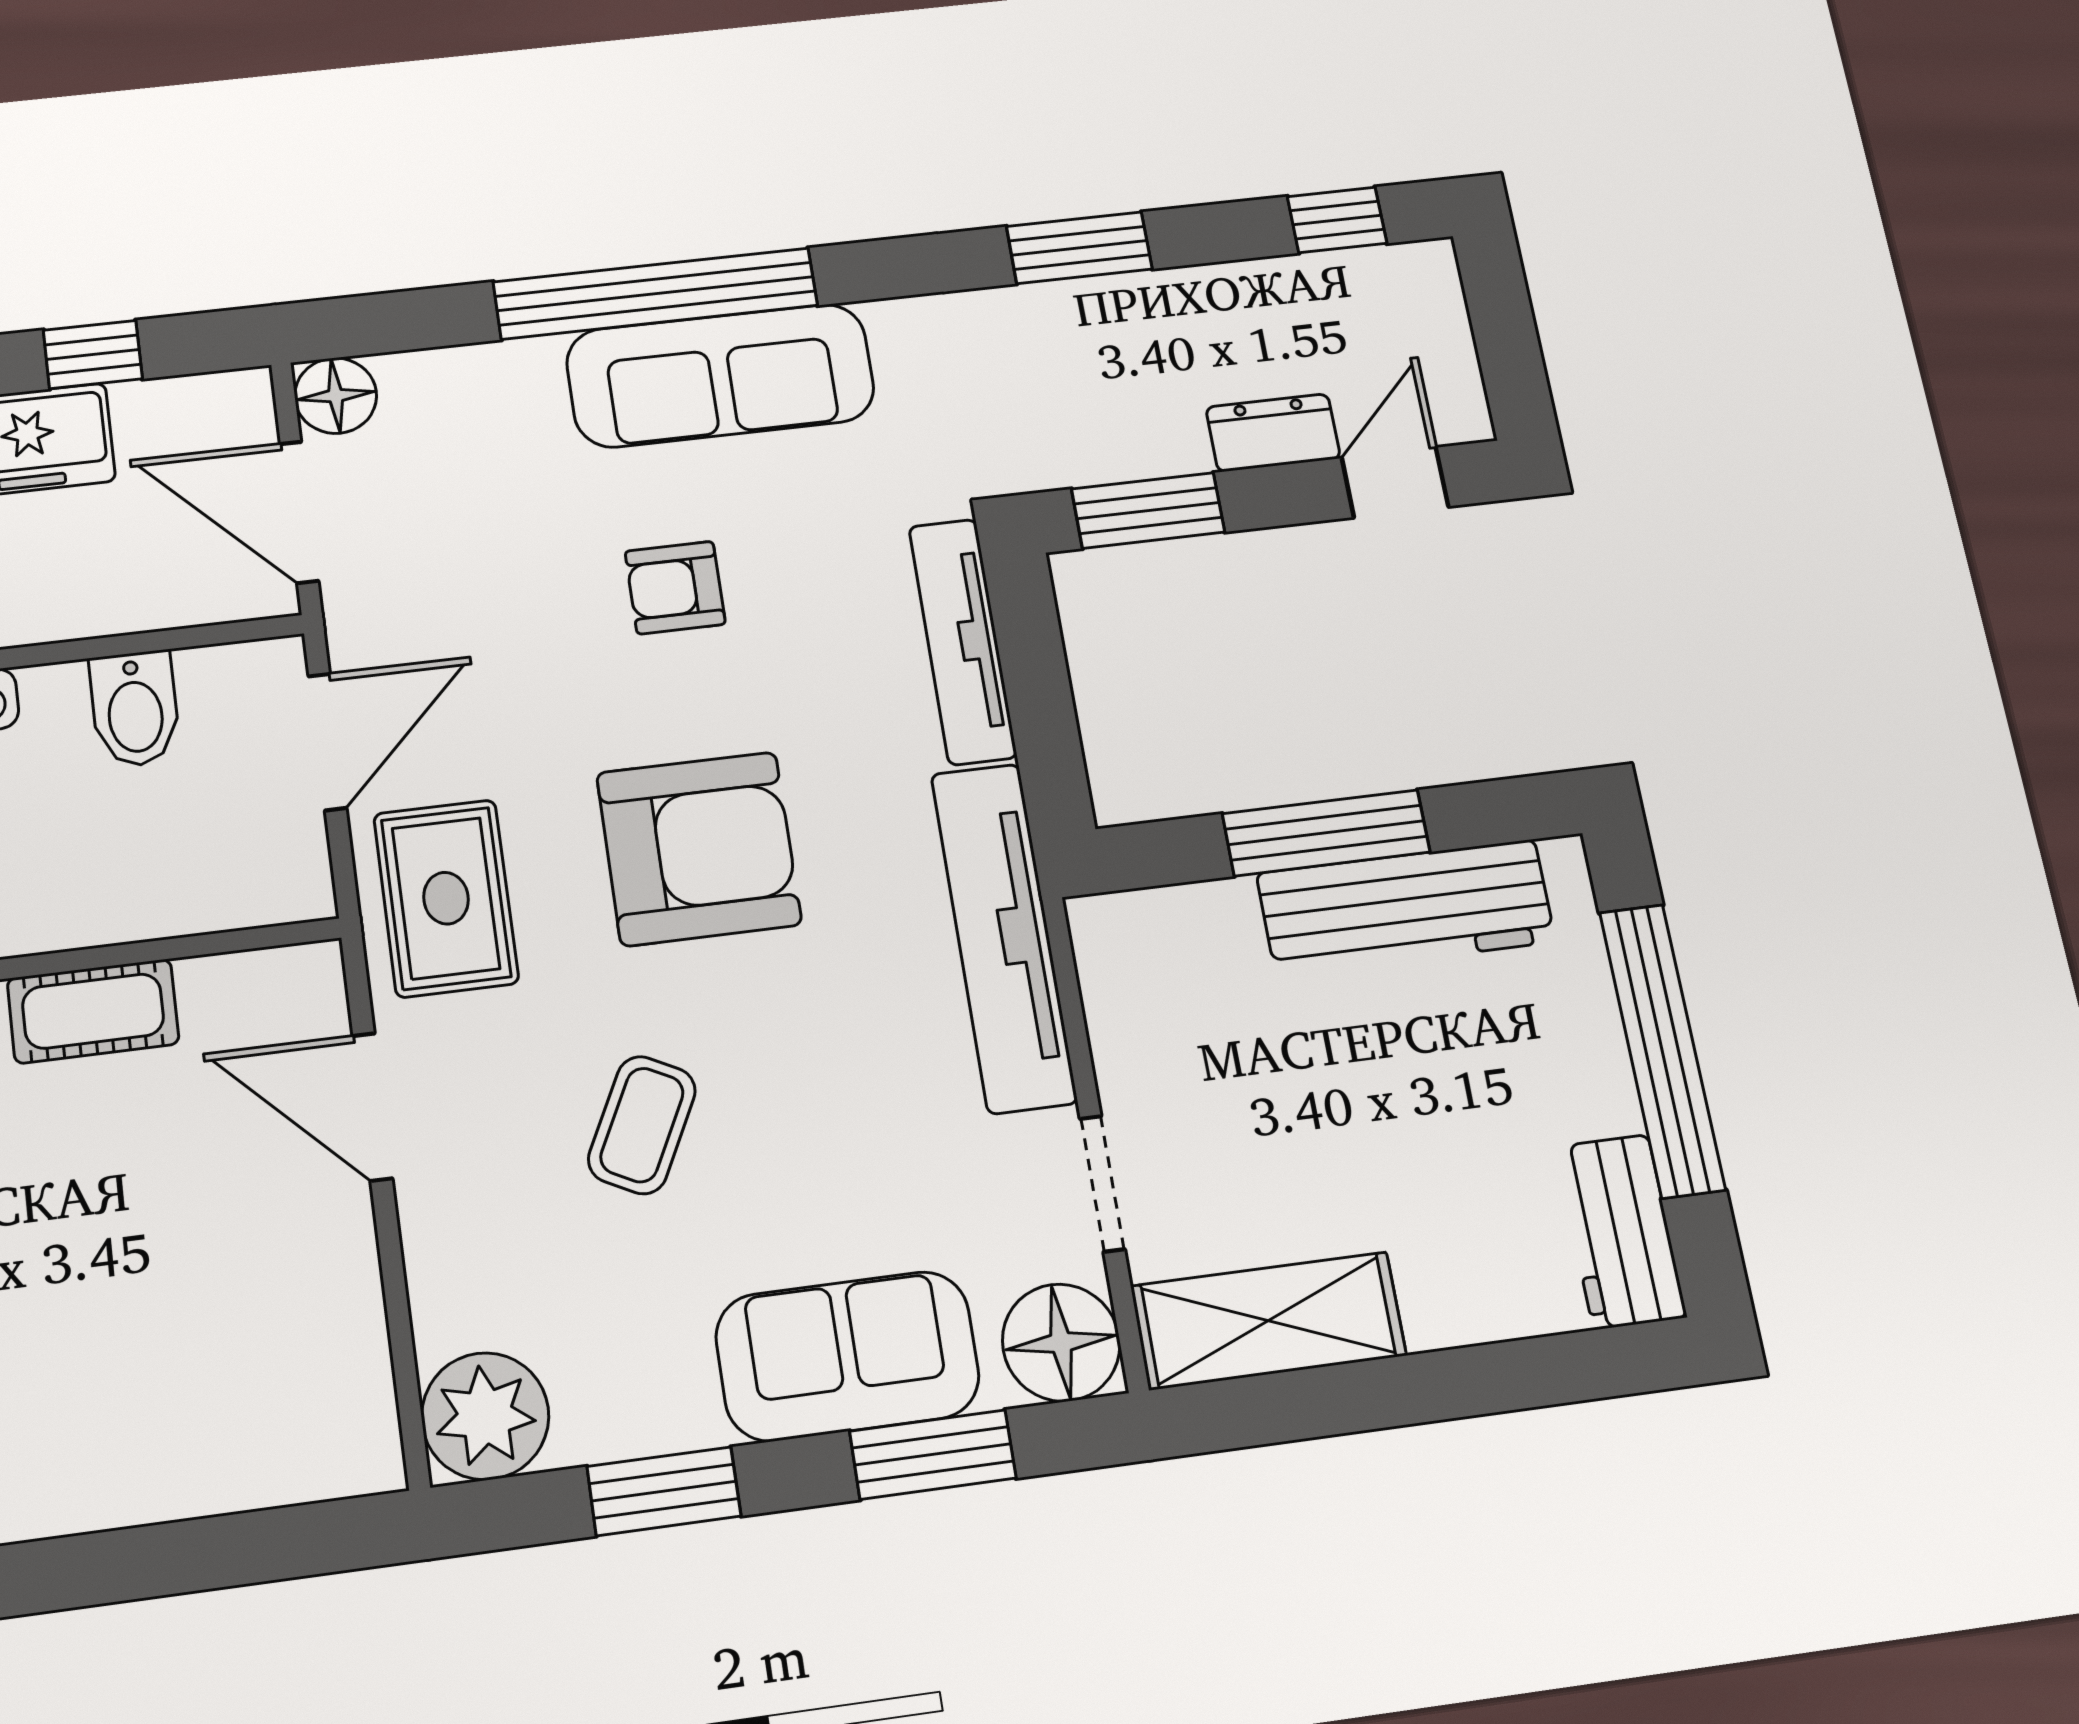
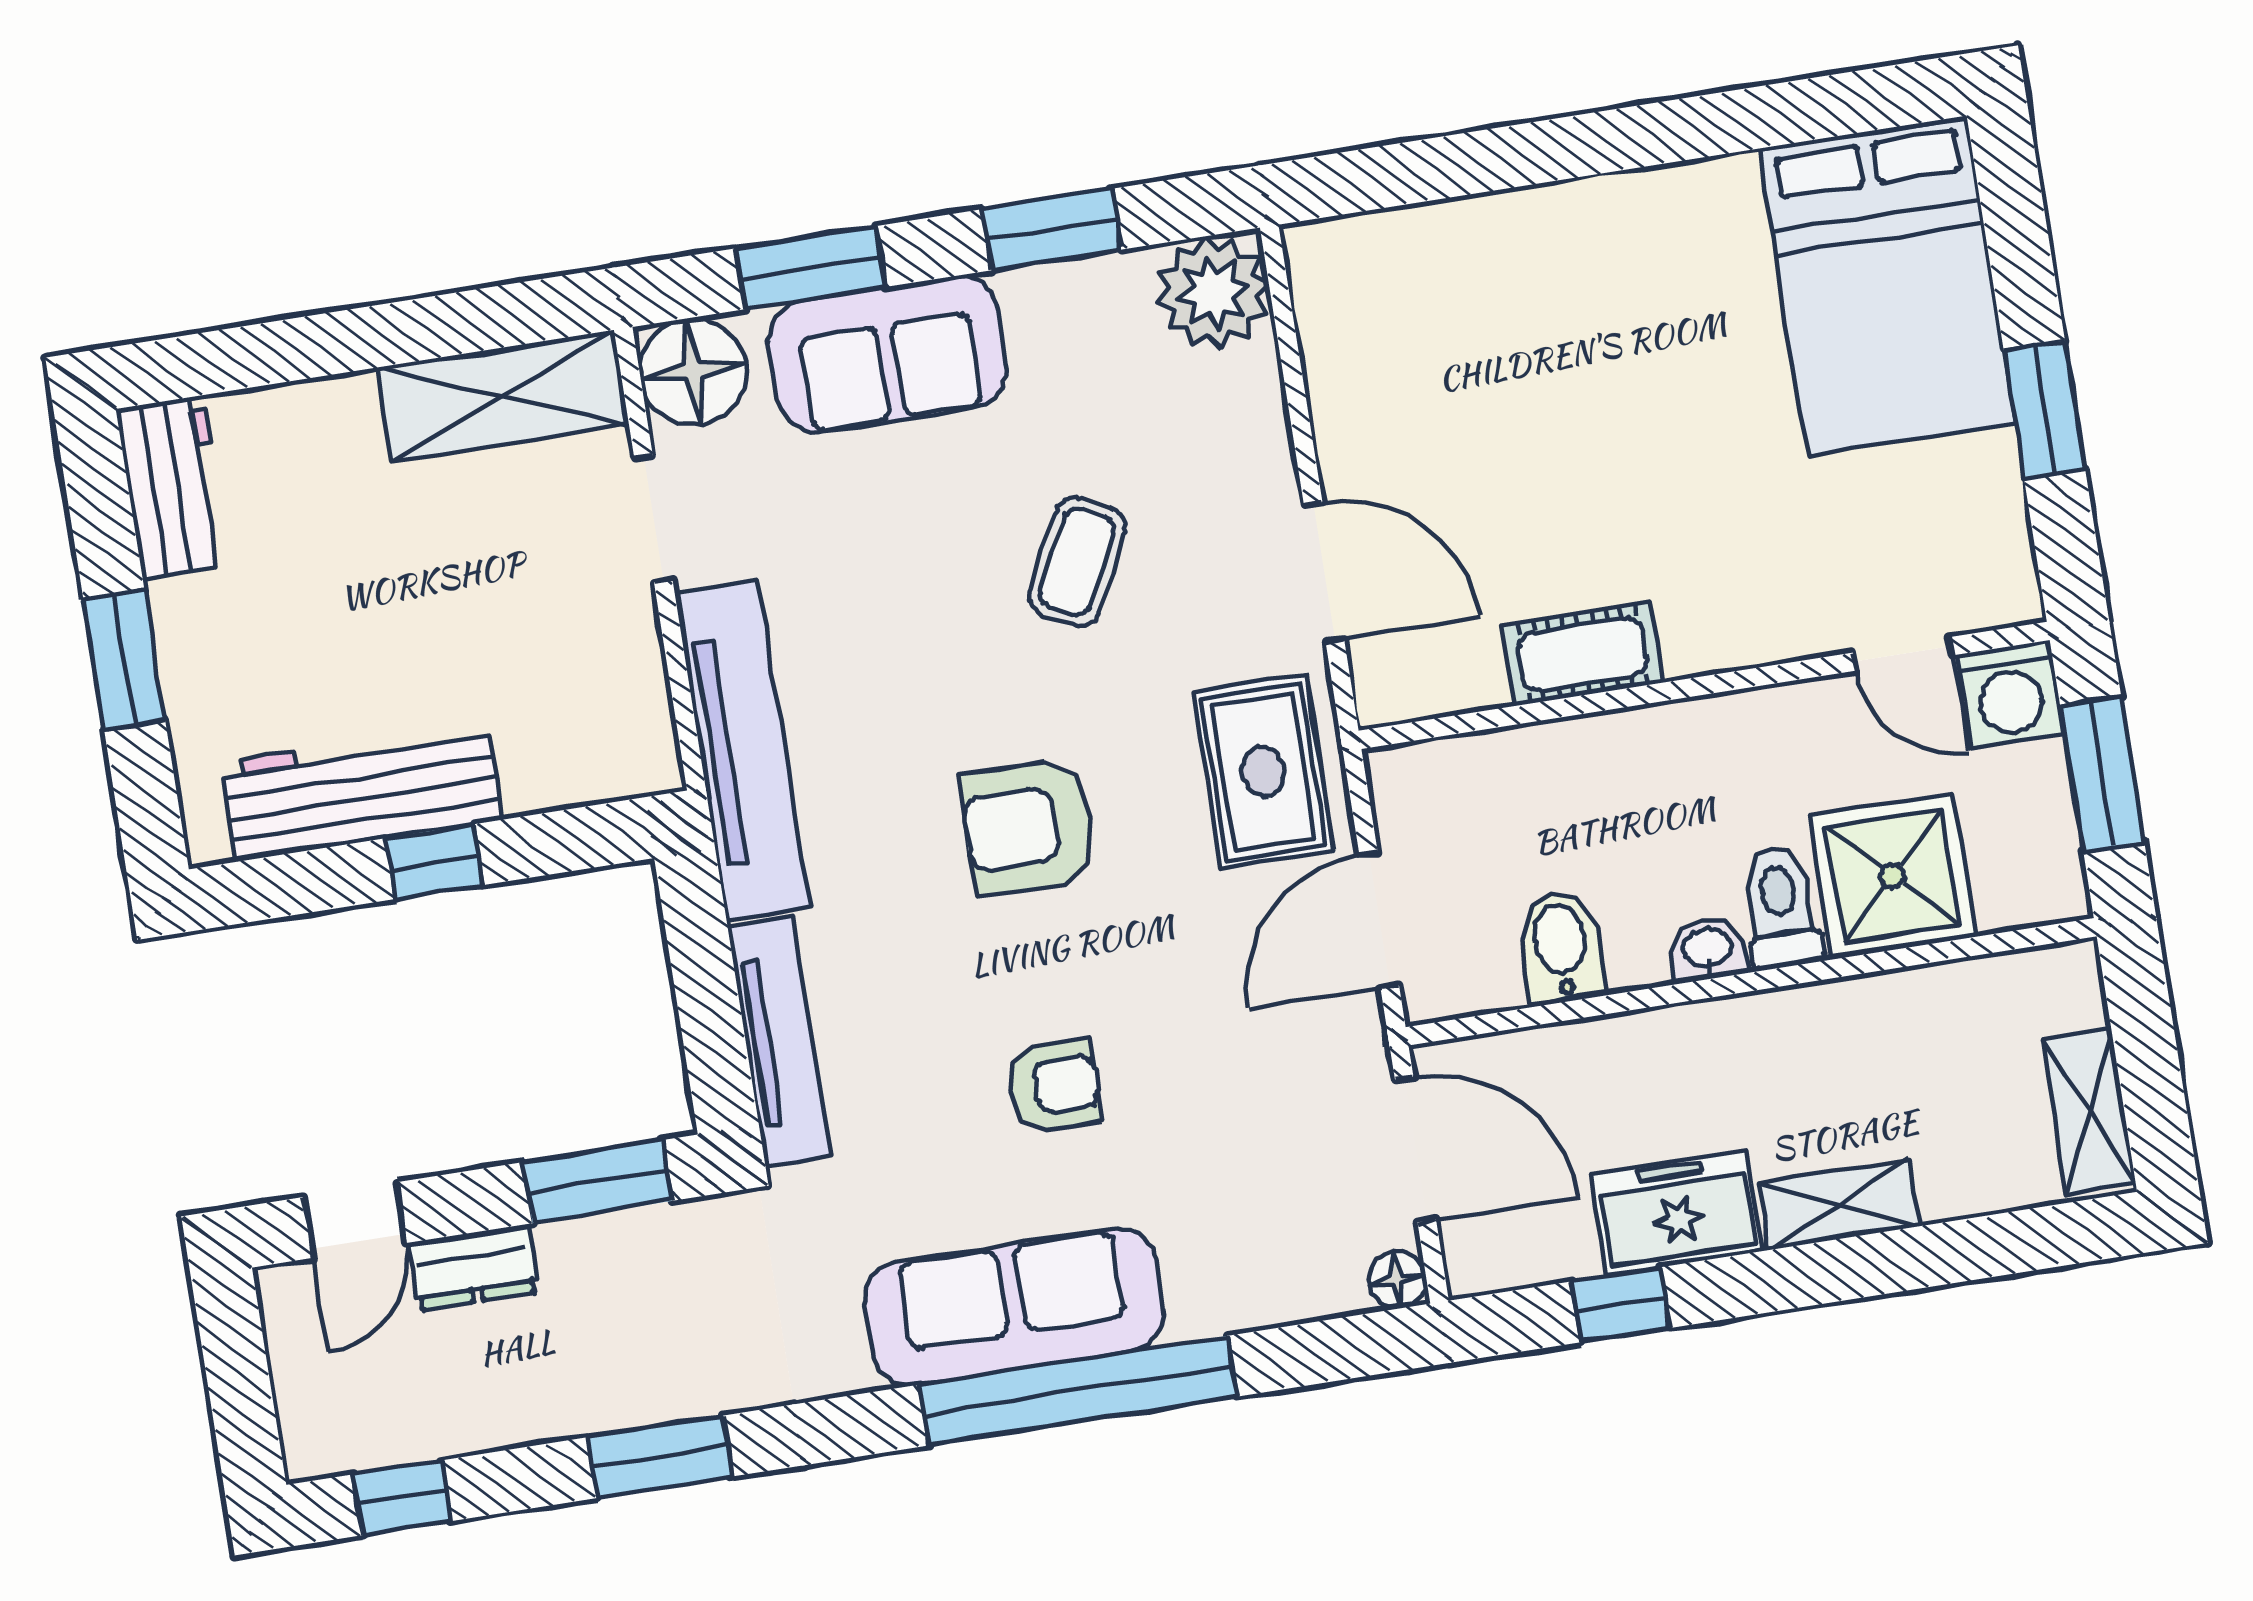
floor lamp: (336, 396) -> (1398, 1280), width x0.73, depth x0.73
window: (1326, 833) -> (434, 862), width x0.46
armchair: (699, 849) -> (1029, 827), width x0.73, depth x0.73
window: (1662, 1050) -> (124, 660), width x0.47

